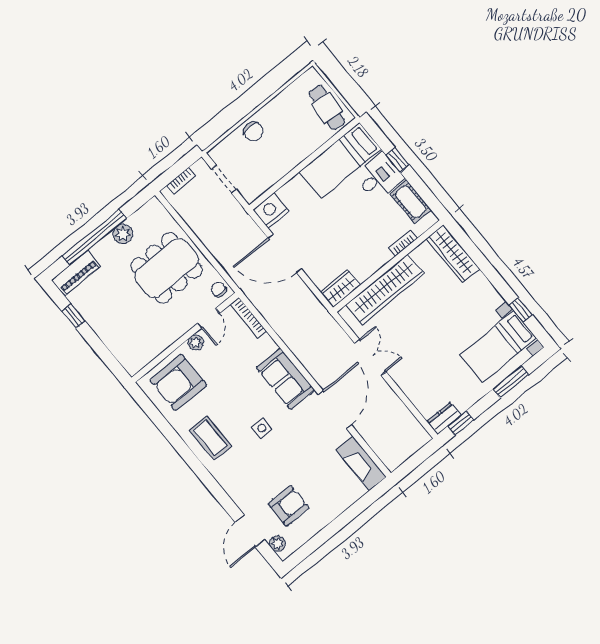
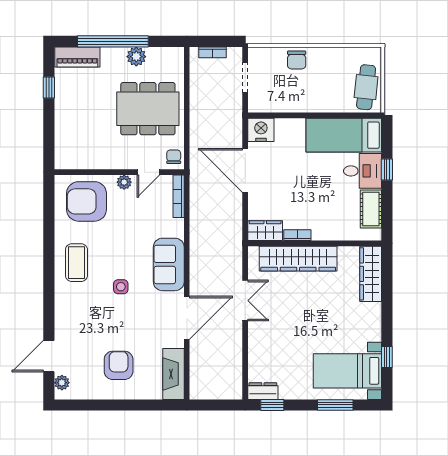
bookcase: (403, 243) -> (297, 235), moved
armchair: (289, 506) -> (119, 365), moved, turned -90

